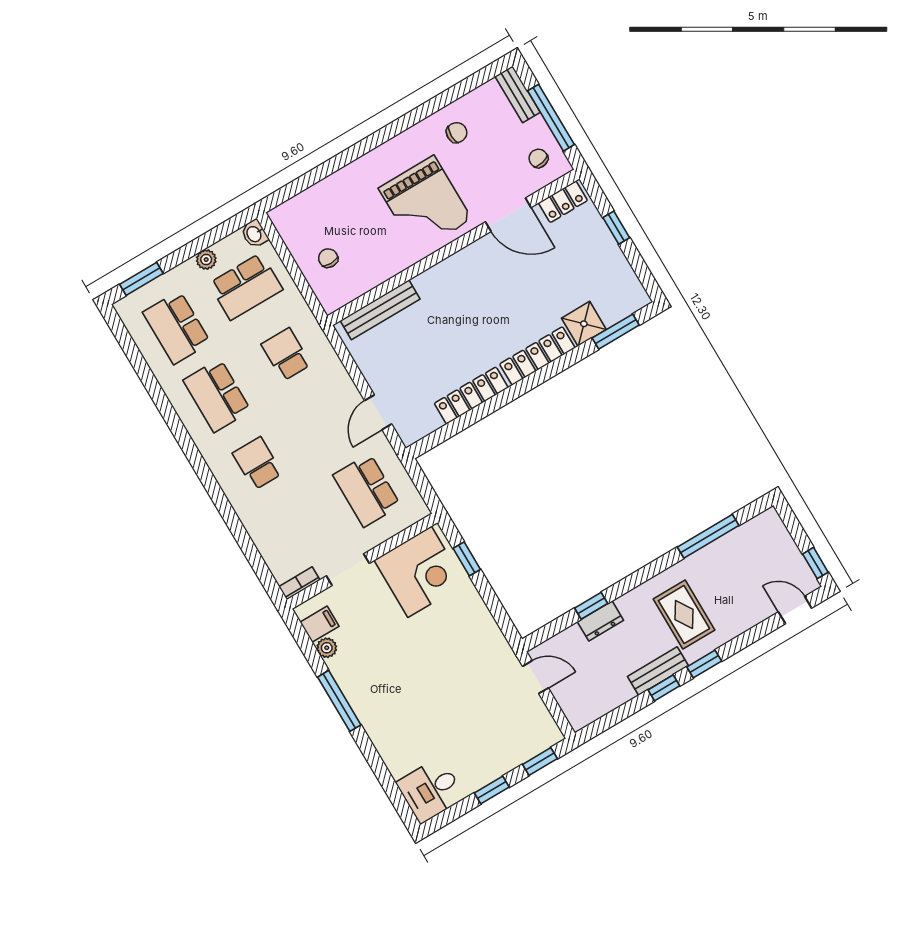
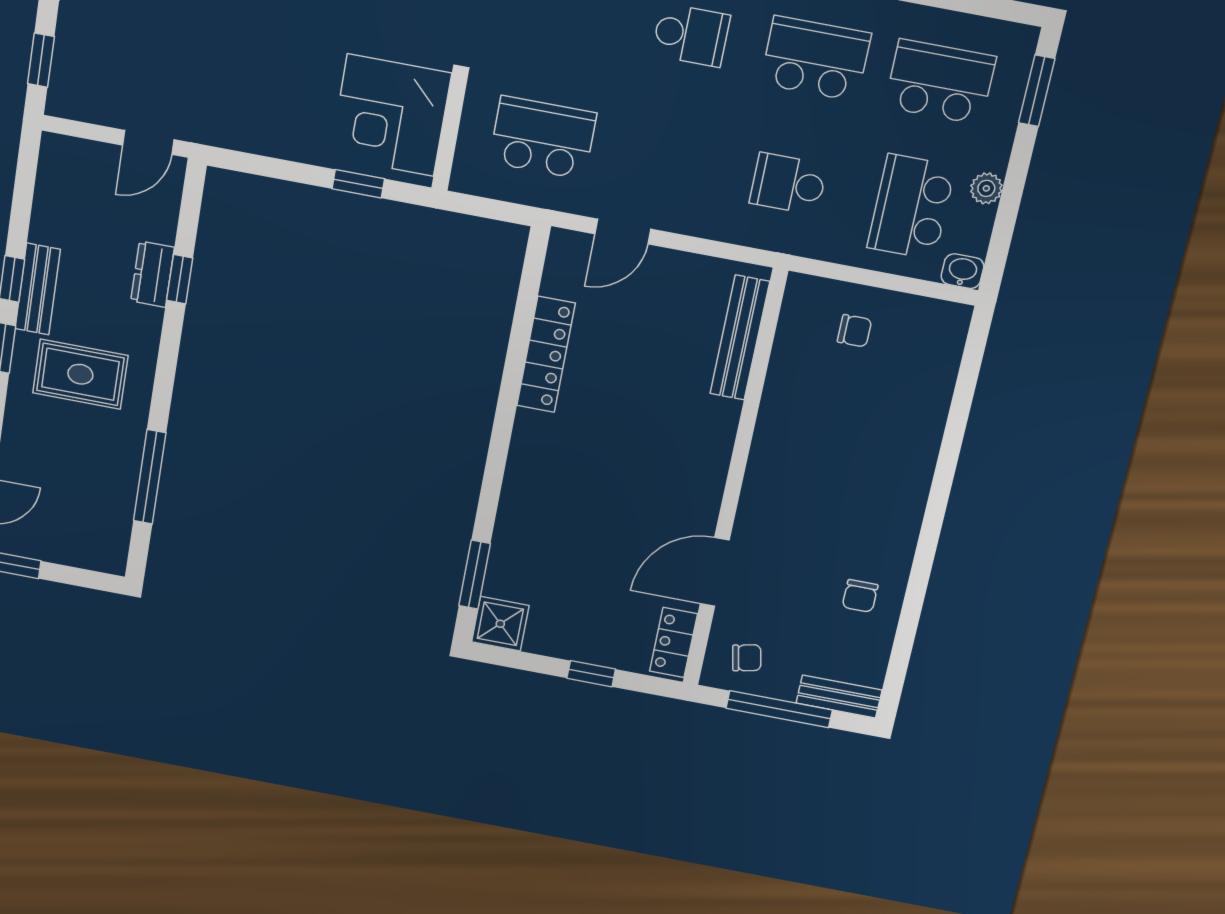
grand piano: (425, 204) -> (813, 493), removed
shower: (584, 324) -> (500, 624), moved
school desk: (286, 354) -> (788, 184), turned 180
locker: (537, 356) -> (525, 467), removed
door: (378, 412) -> (623, 231), swing flipped

